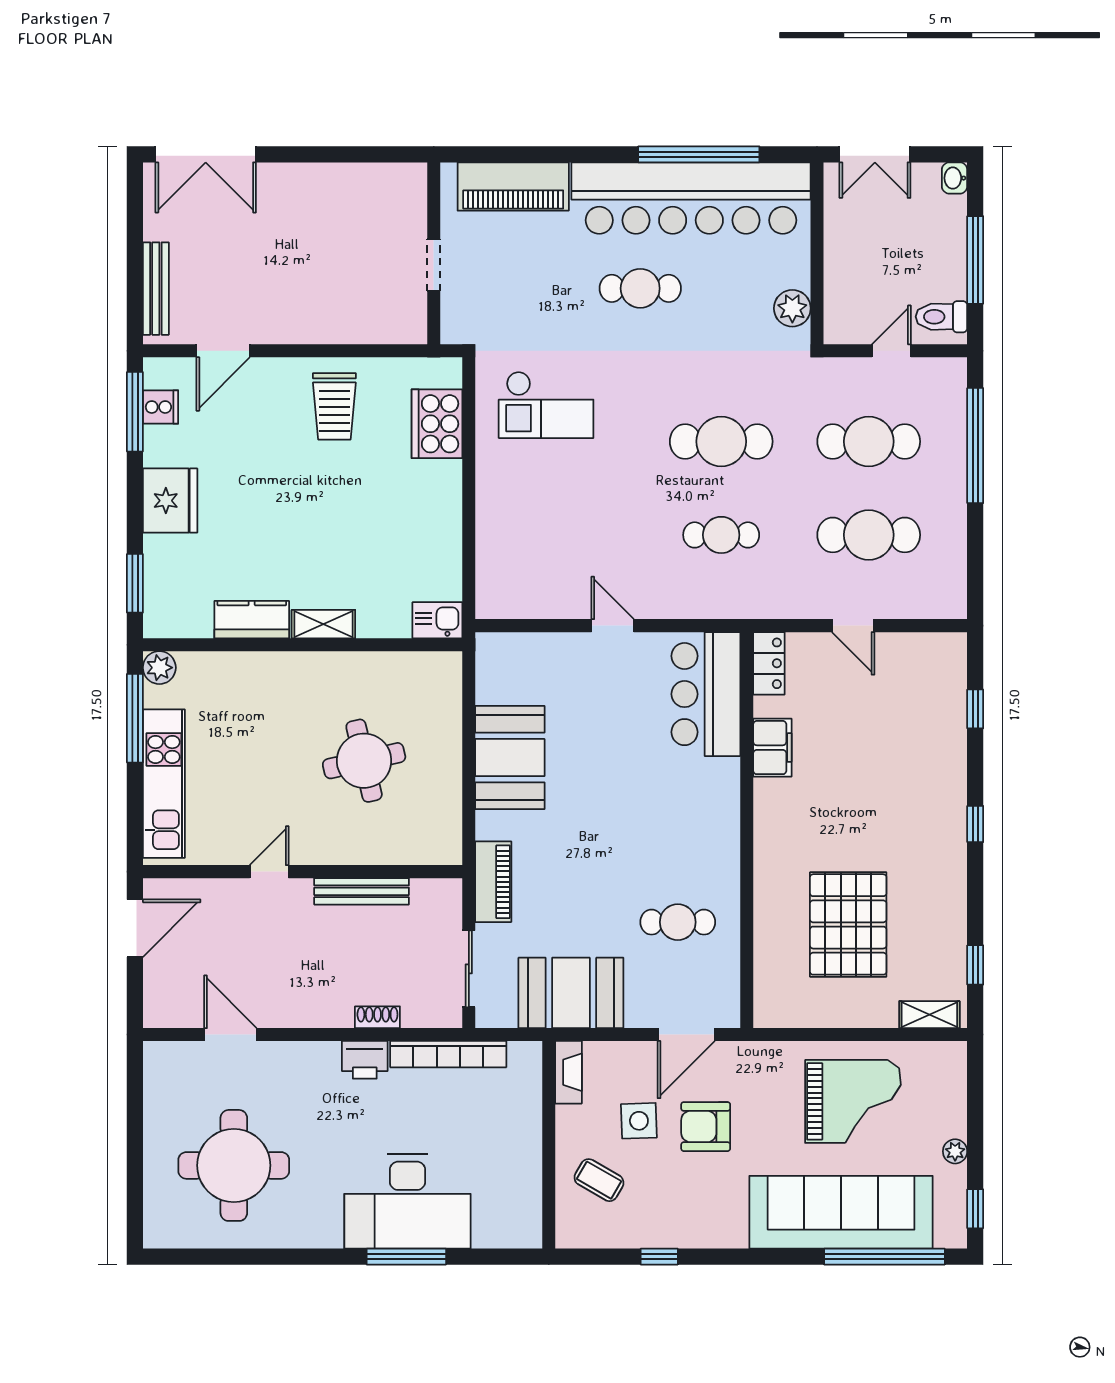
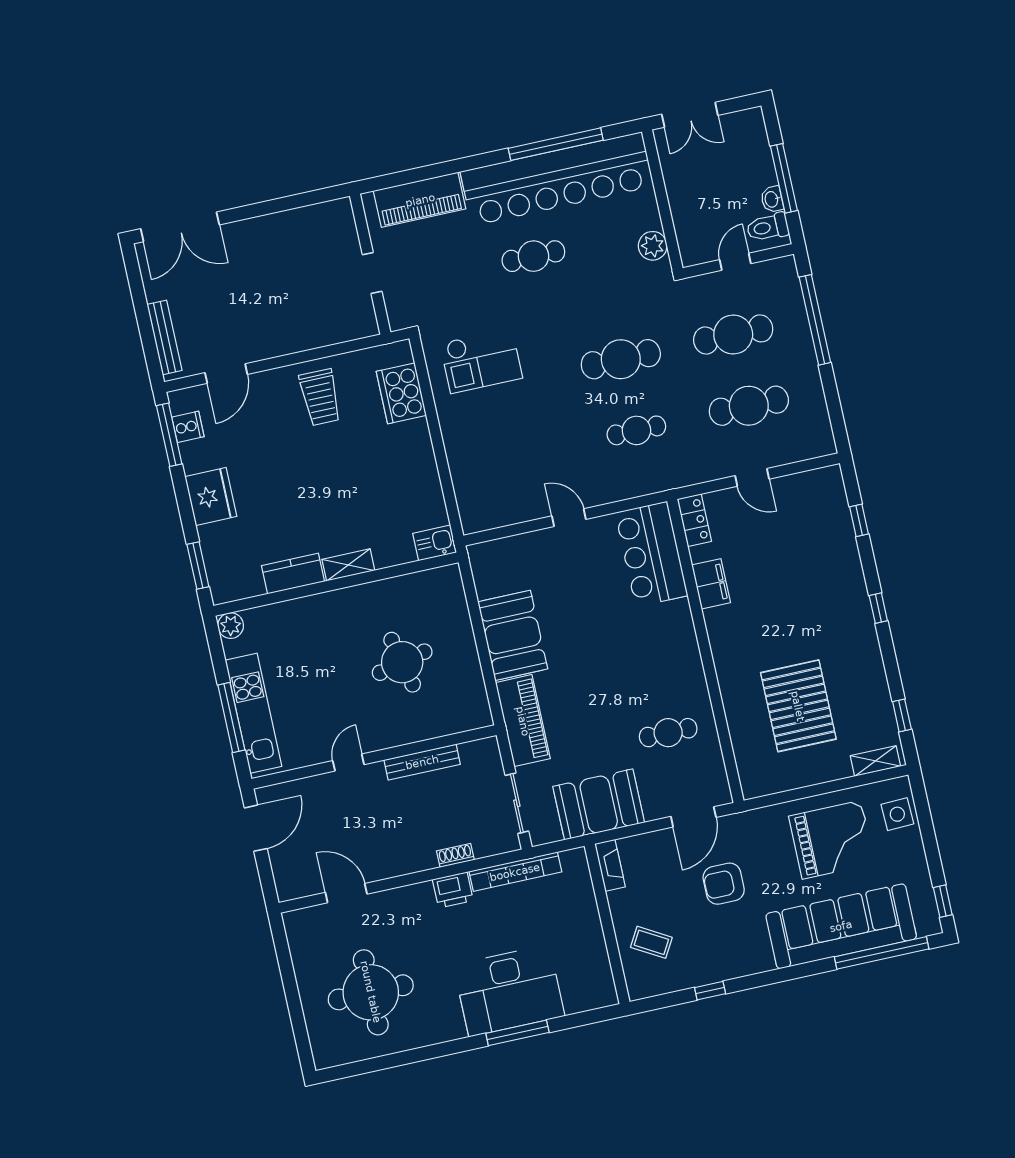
washbasin: (955, 178) -> (772, 199), moved
window: (135, 718) -> (231, 717), moved
piano: (493, 882) -> (523, 721), width x1.37, depth x1.33
side table: (639, 1121) -> (897, 814), moved
plant: (955, 1151) -> (918, 861), removed

